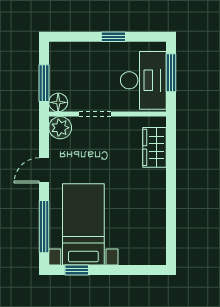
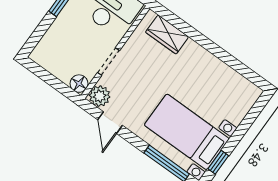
window: (44, 83) -> (56, 84), removed
door: (44, 170) -> (110, 123), moved

